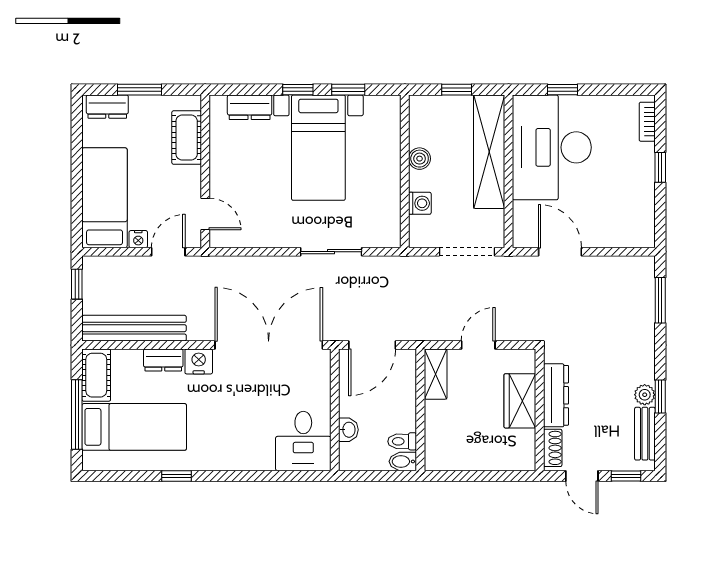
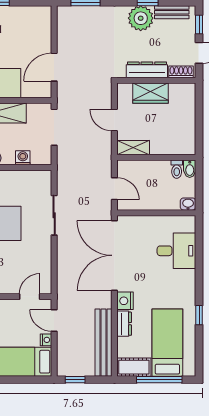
door: (372, 345) -> (114, 189), width x0.73
plant: (645, 395) -> (141, 18), width x1.88, depth x1.88
washbasin: (348, 430) -> (188, 204), moved
desk: (303, 441) -> (176, 251), moved

